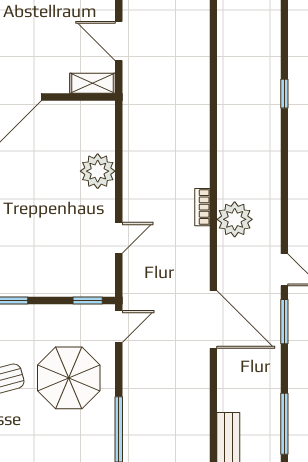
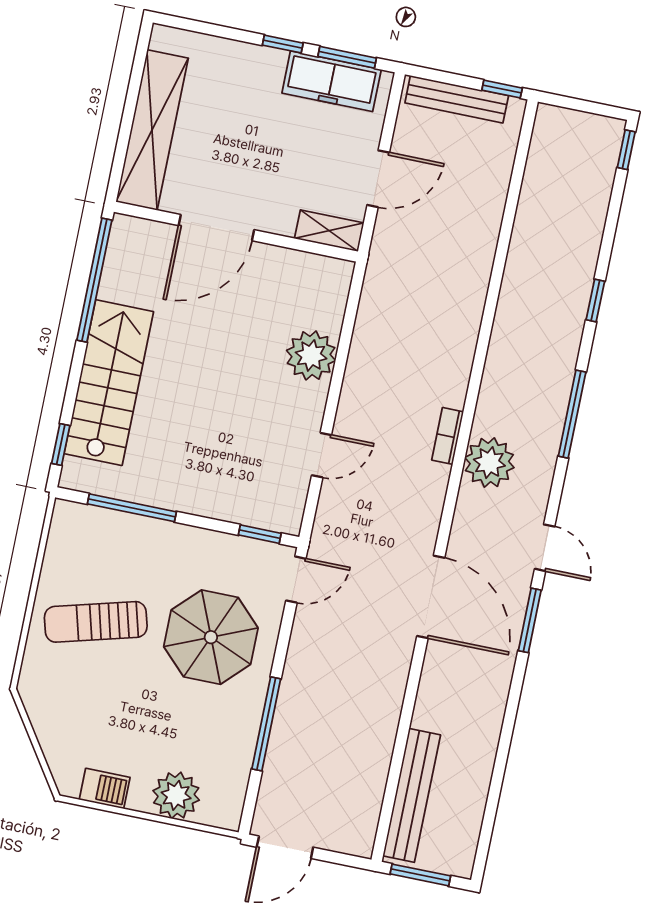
door: (119, 41) -> (378, 179), swing flipped
window: (284, 424) -> (572, 414), moved

